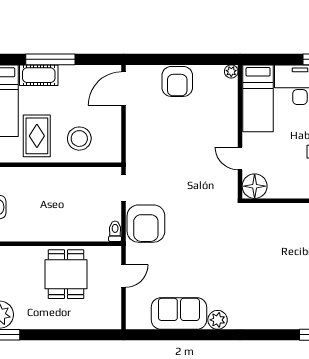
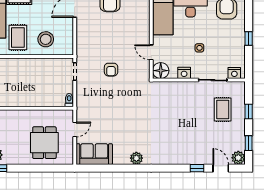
nightstand: (290, 190) -> (184, 73), added
armchair: (146, 224) -> (111, 70), moved, width x0.53, depth x0.53
dining table: (66, 274) -> (44, 143), moved
sofa: (179, 314) -> (94, 154), moved

